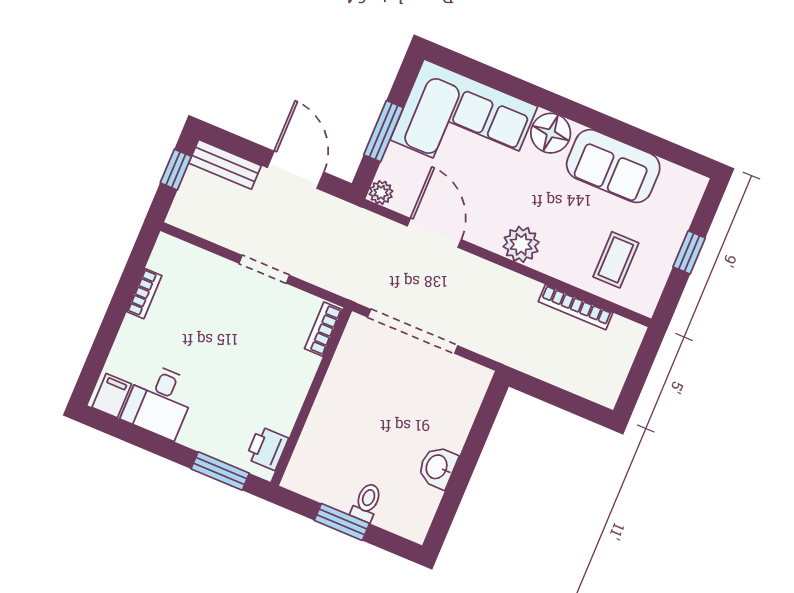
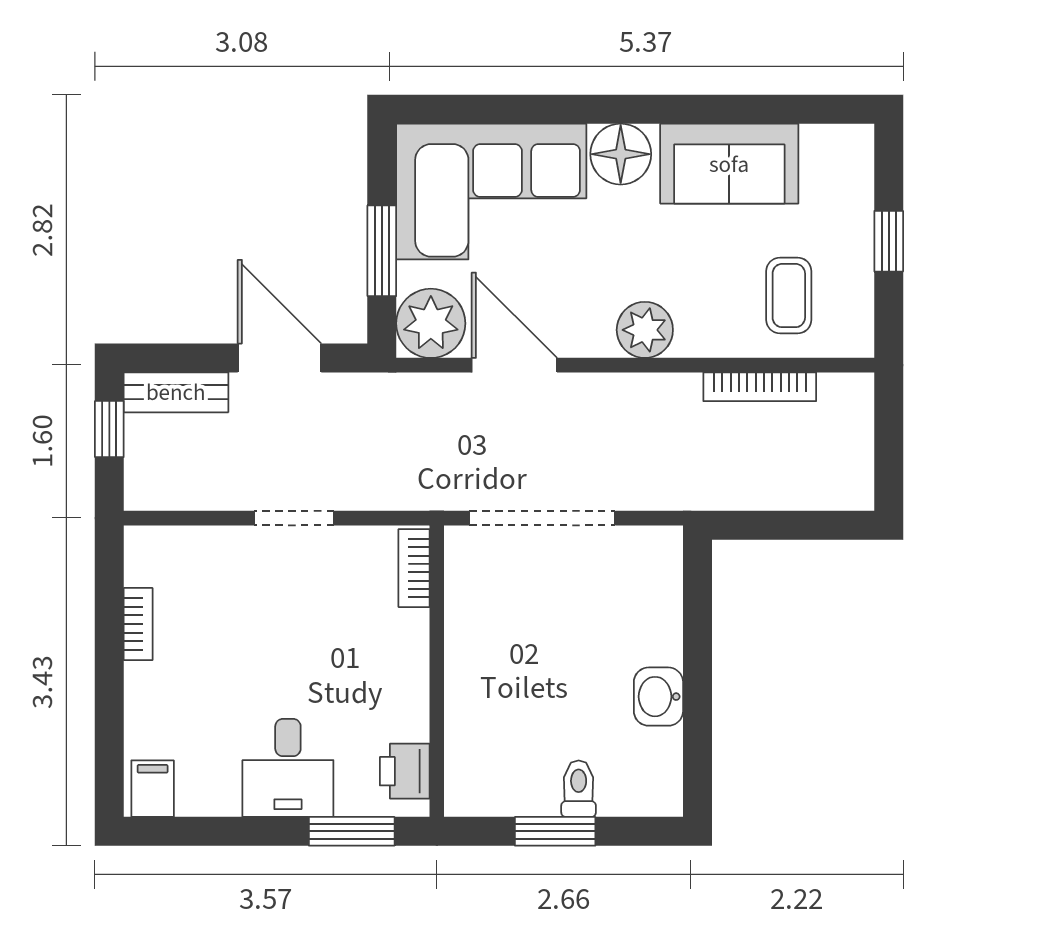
plant: (381, 193) -> (431, 323), width x1.88, depth x1.88
desk: (159, 401) -> (288, 768), moved

